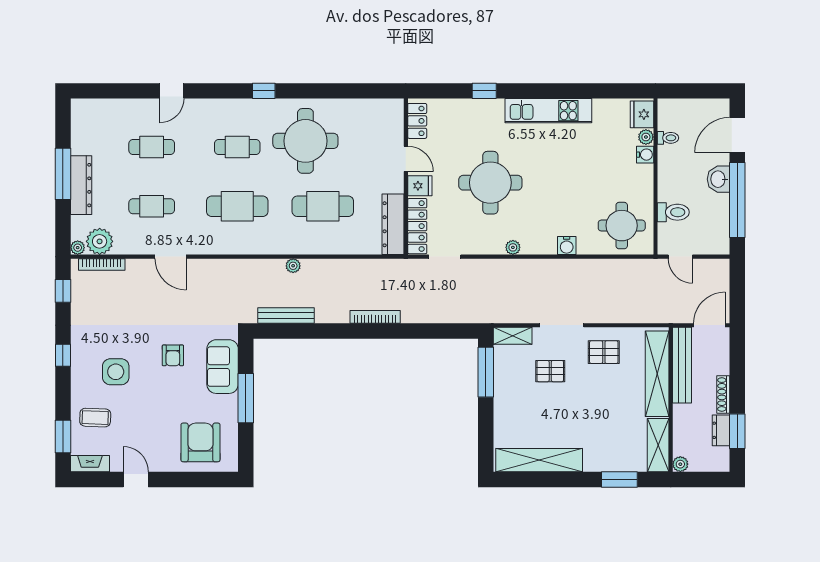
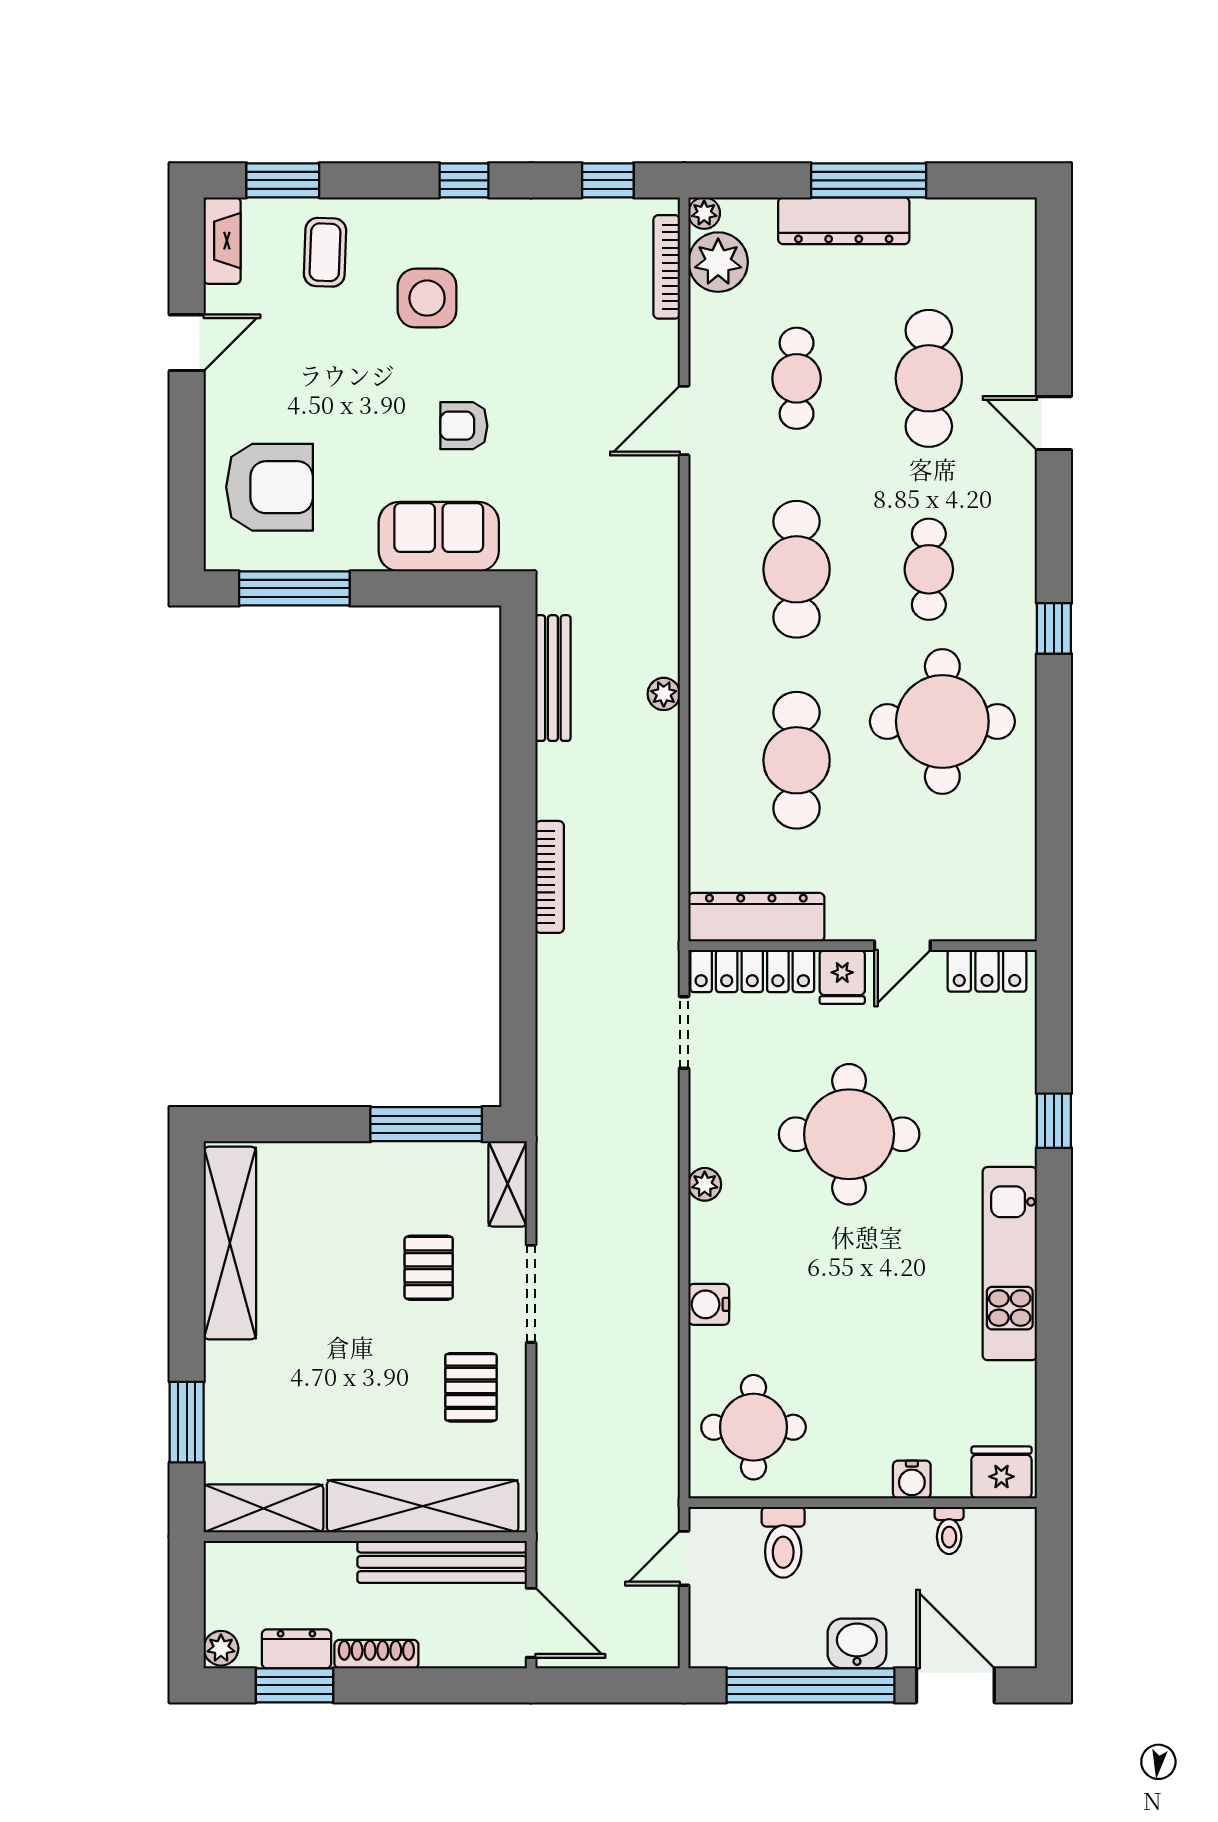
plant: (646, 137) -> (951, 1481), removed
cafe table: (152, 147) -> (929, 378), width x1.37, depth x1.35
window: (246, 398) -> (294, 588), moved
plant: (680, 464) -> (221, 1648), moved

